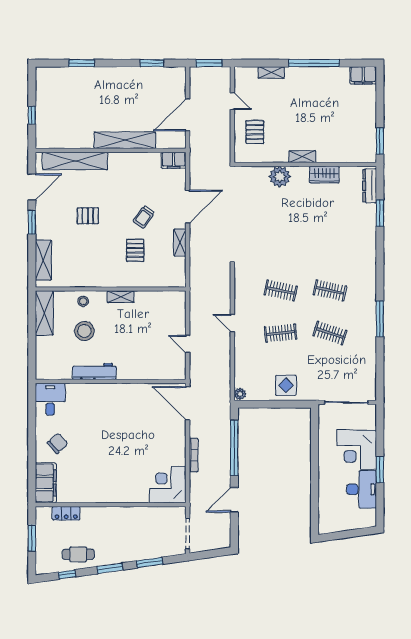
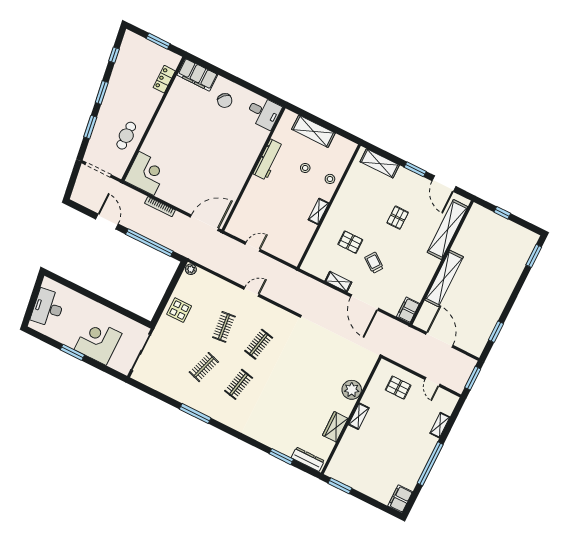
window: (82, 63) -> (534, 256), moved
door: (232, 101) -> (432, 382), hinge flipped
shelving: (44, 313) -> (313, 131), moved
stool: (84, 331) -> (305, 168), width x0.53, depth x0.53
desk: (362, 489) -> (48, 308), moved, turned 82
cafe table: (78, 554) -> (126, 136), moved

